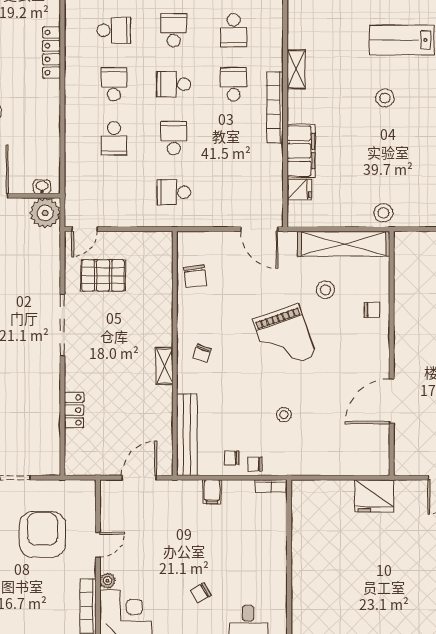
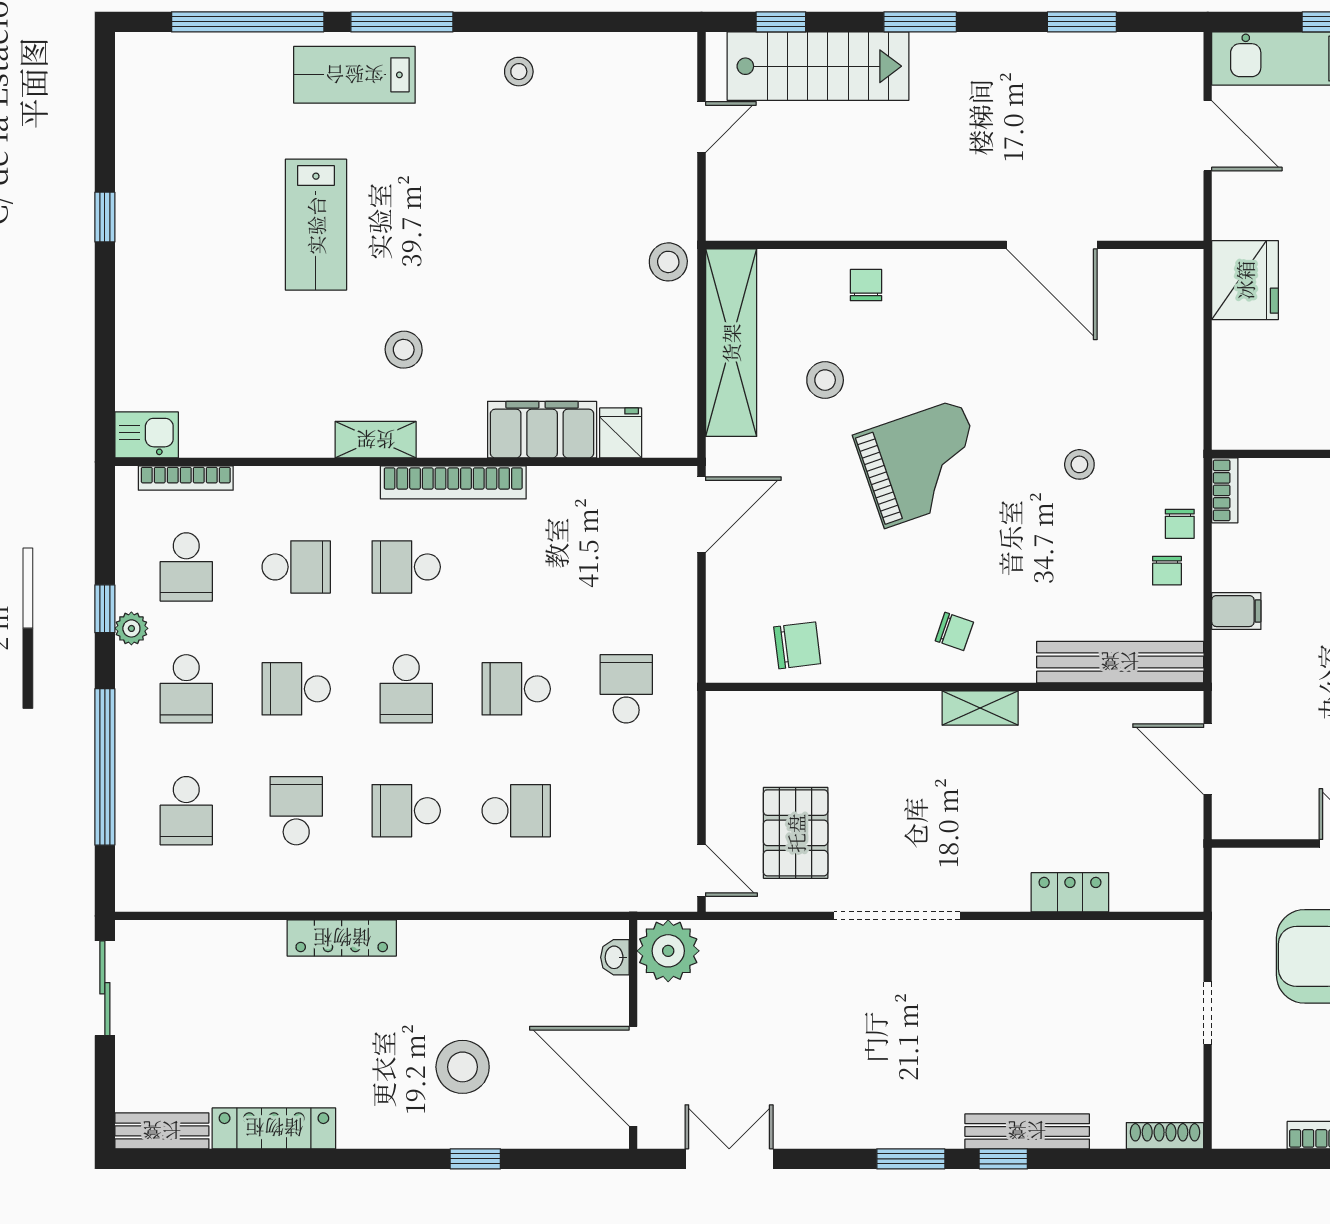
stool: (385, 98) -> (404, 350), moved
school desk: (174, 192) -> (626, 689), turned 180

